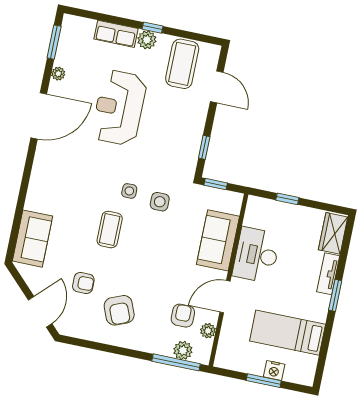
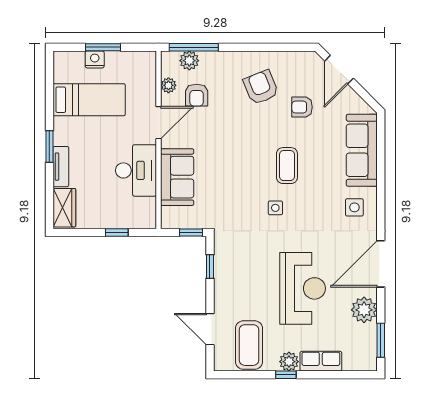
plant: (58, 74) -> (364, 310), width x1.87, depth x1.87
side table: (160, 202) -> (354, 207), moved
sofa: (33, 239) -> (362, 150), width x1.36

